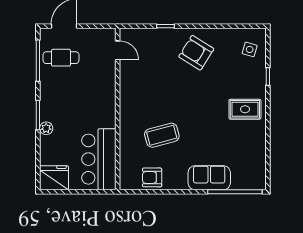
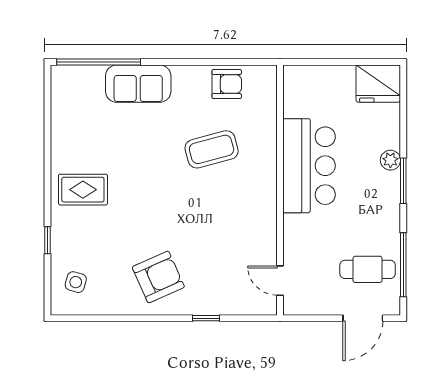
armchair: (196, 53) -> (158, 277), turned -56
bar counter: (99, 159) -> (309, 166), moved

